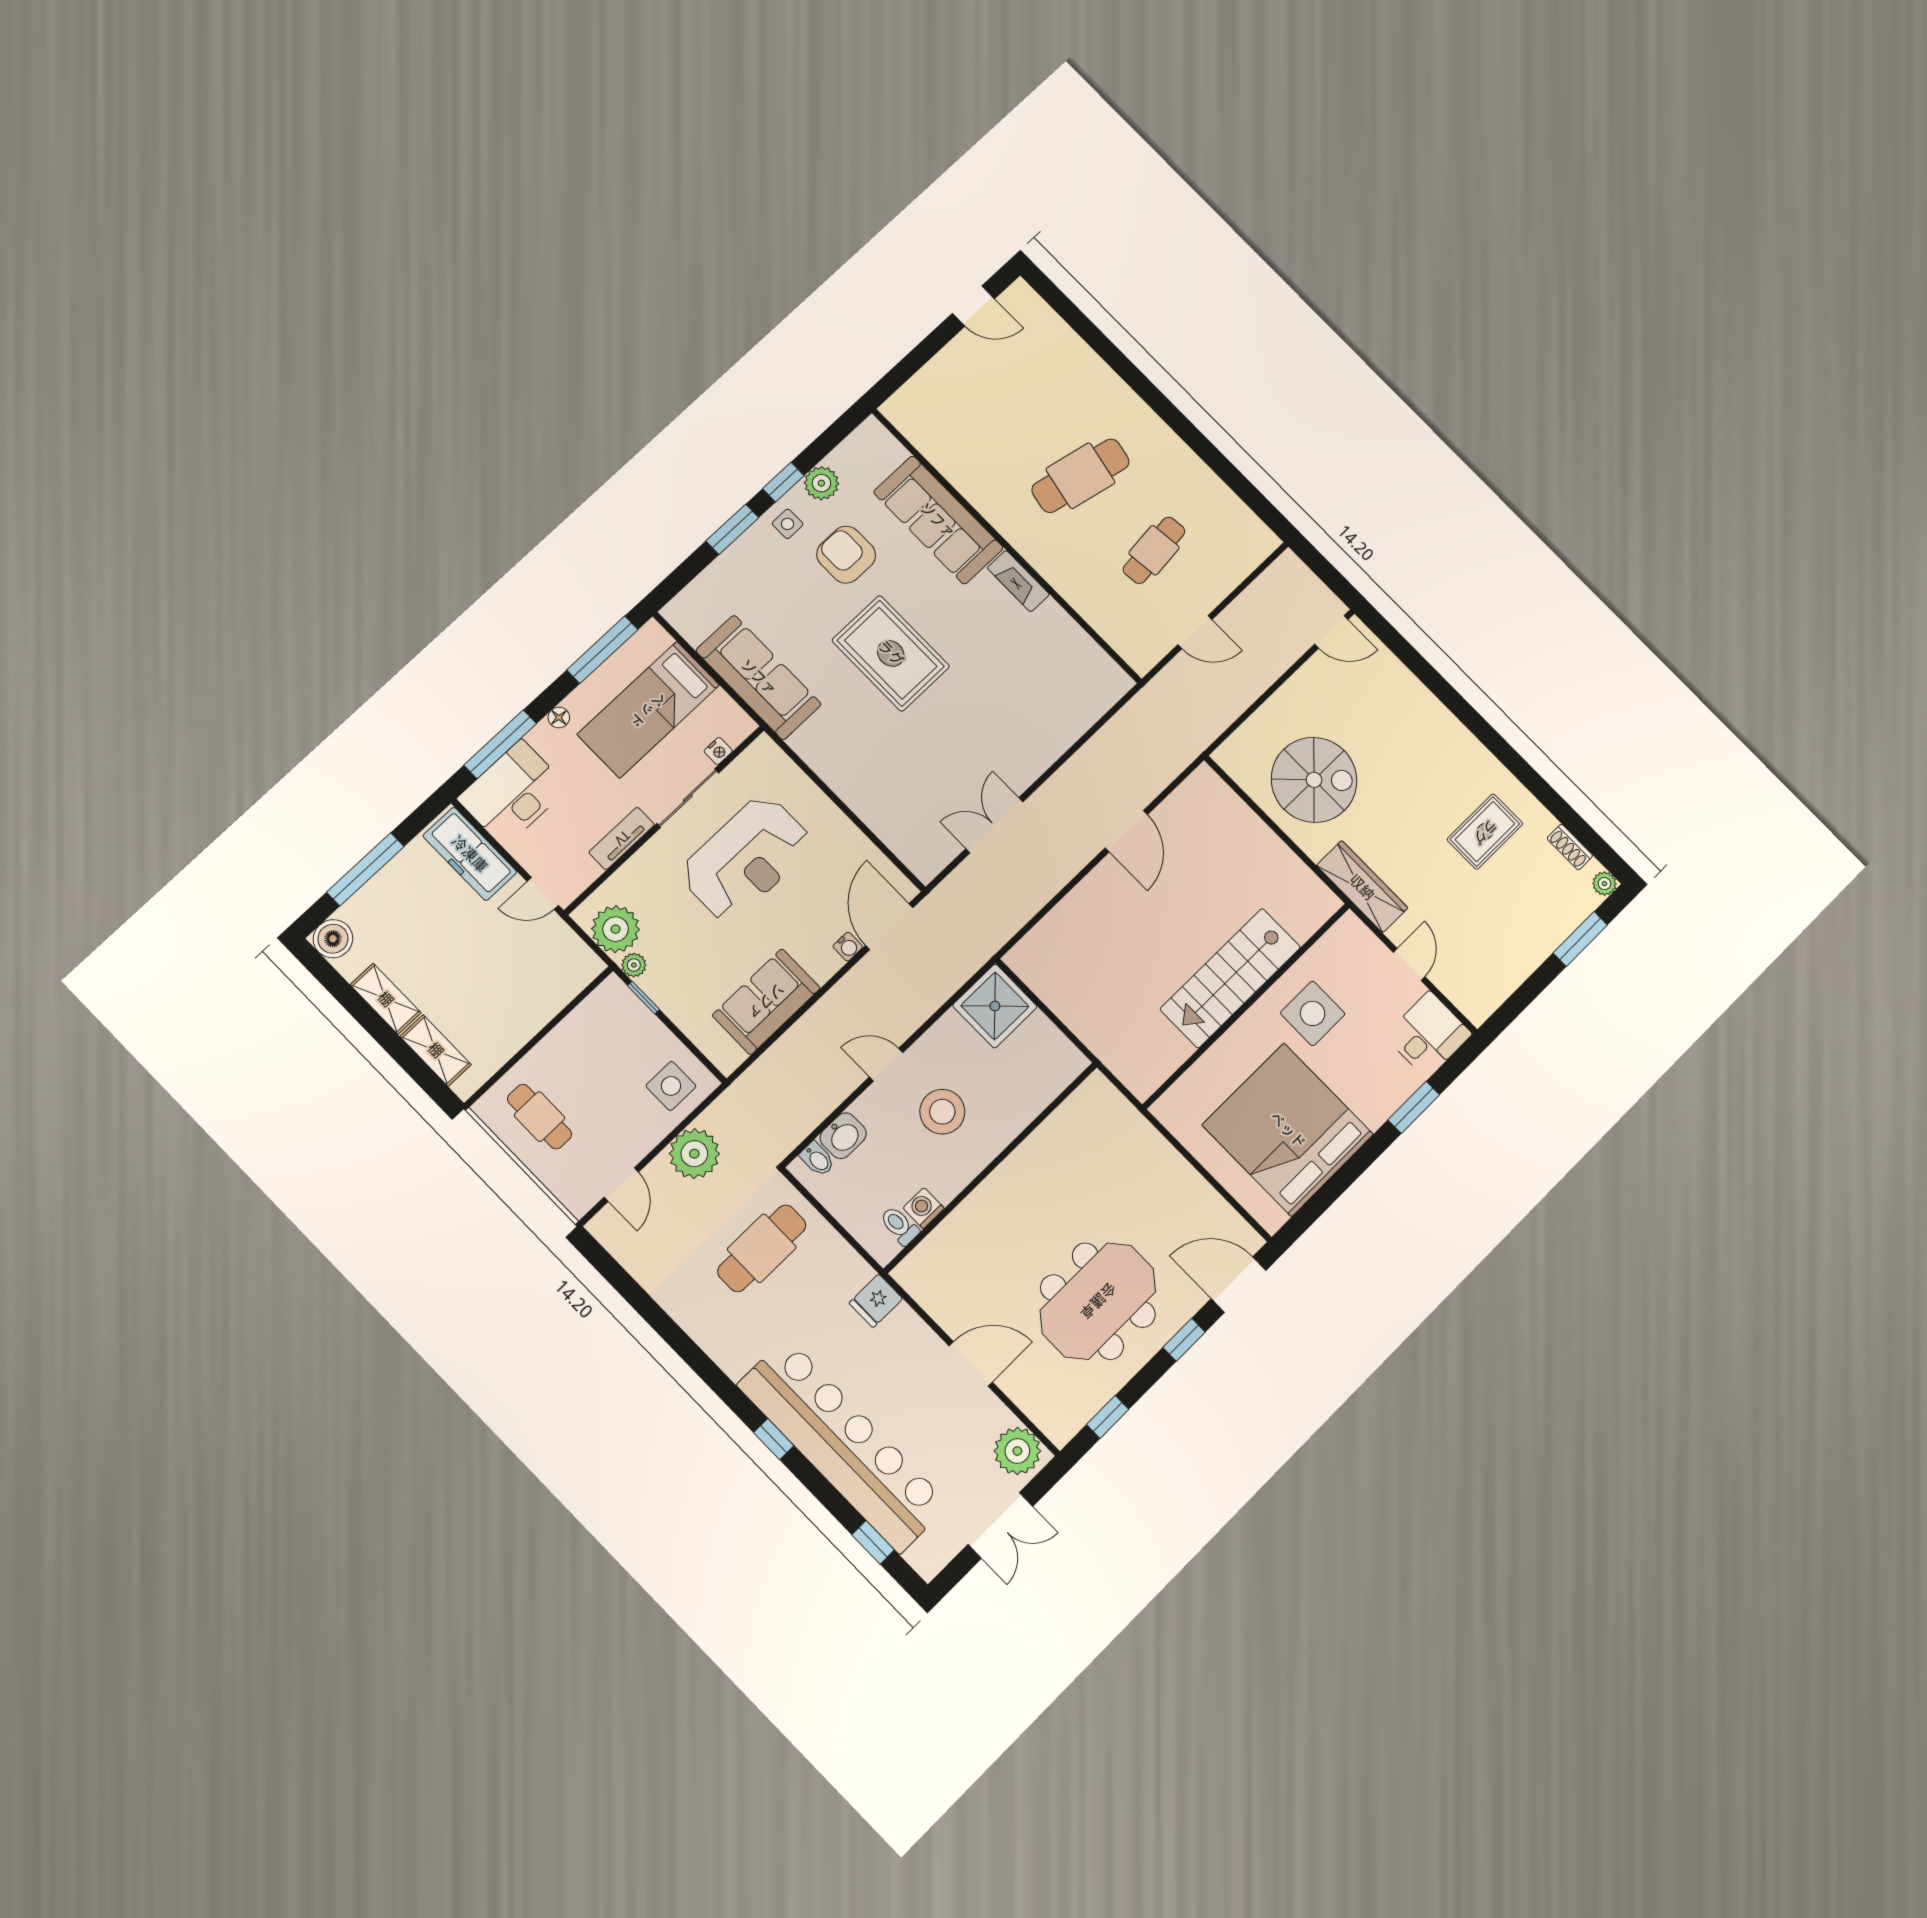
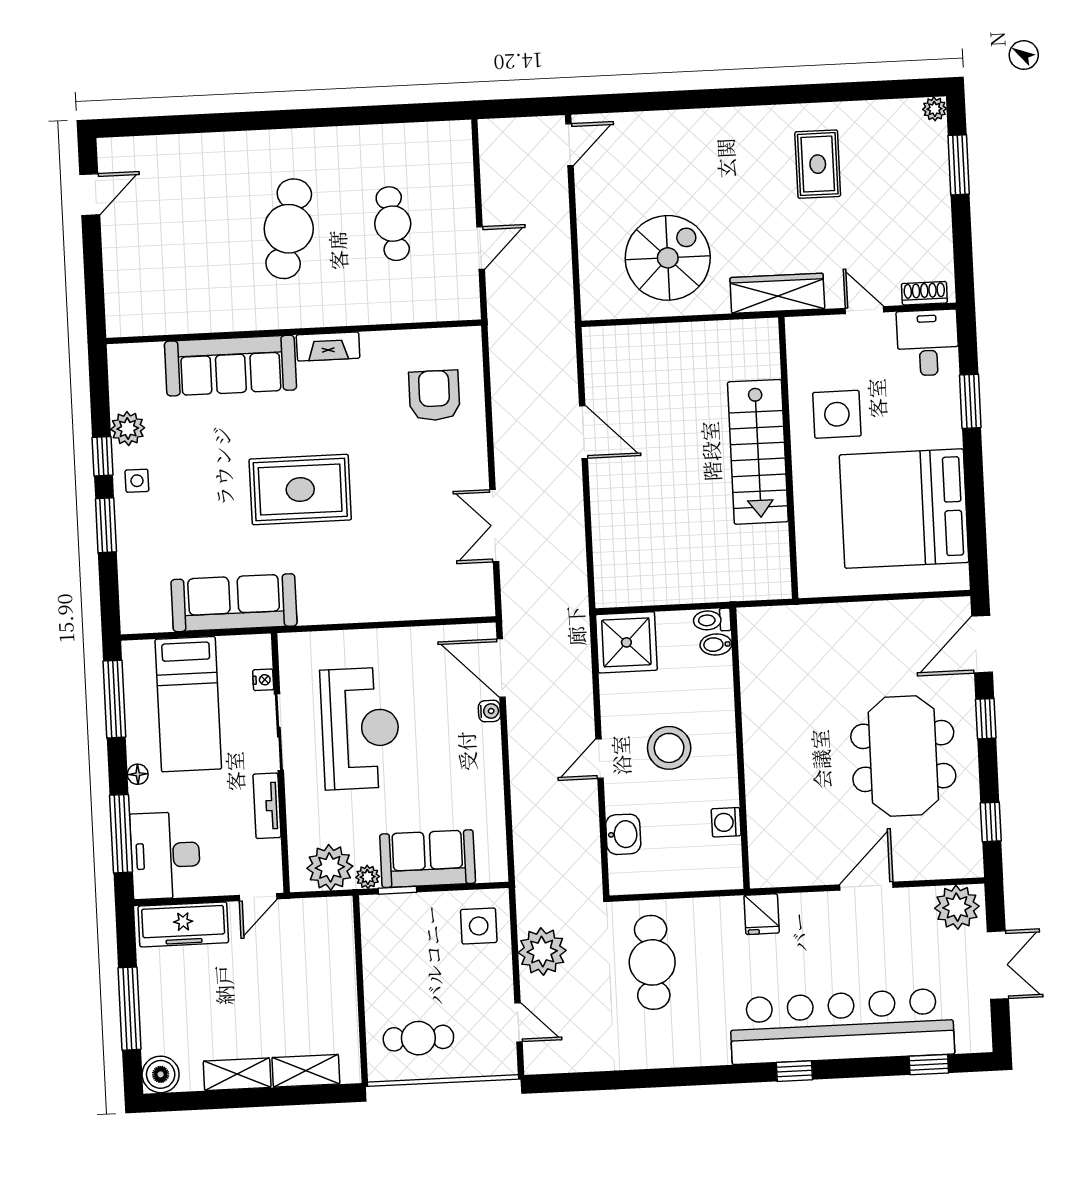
armchair: (846, 555) -> (434, 395), moved, turned 90
shoe rack: (1570, 847) -> (924, 293), moved, turned 180
sofa: (766, 1002) -> (428, 859), moved, turned 90
bidet: (817, 1159) -> (716, 644), moved, turned 180
toilet: (899, 1226) -> (712, 620), moved

